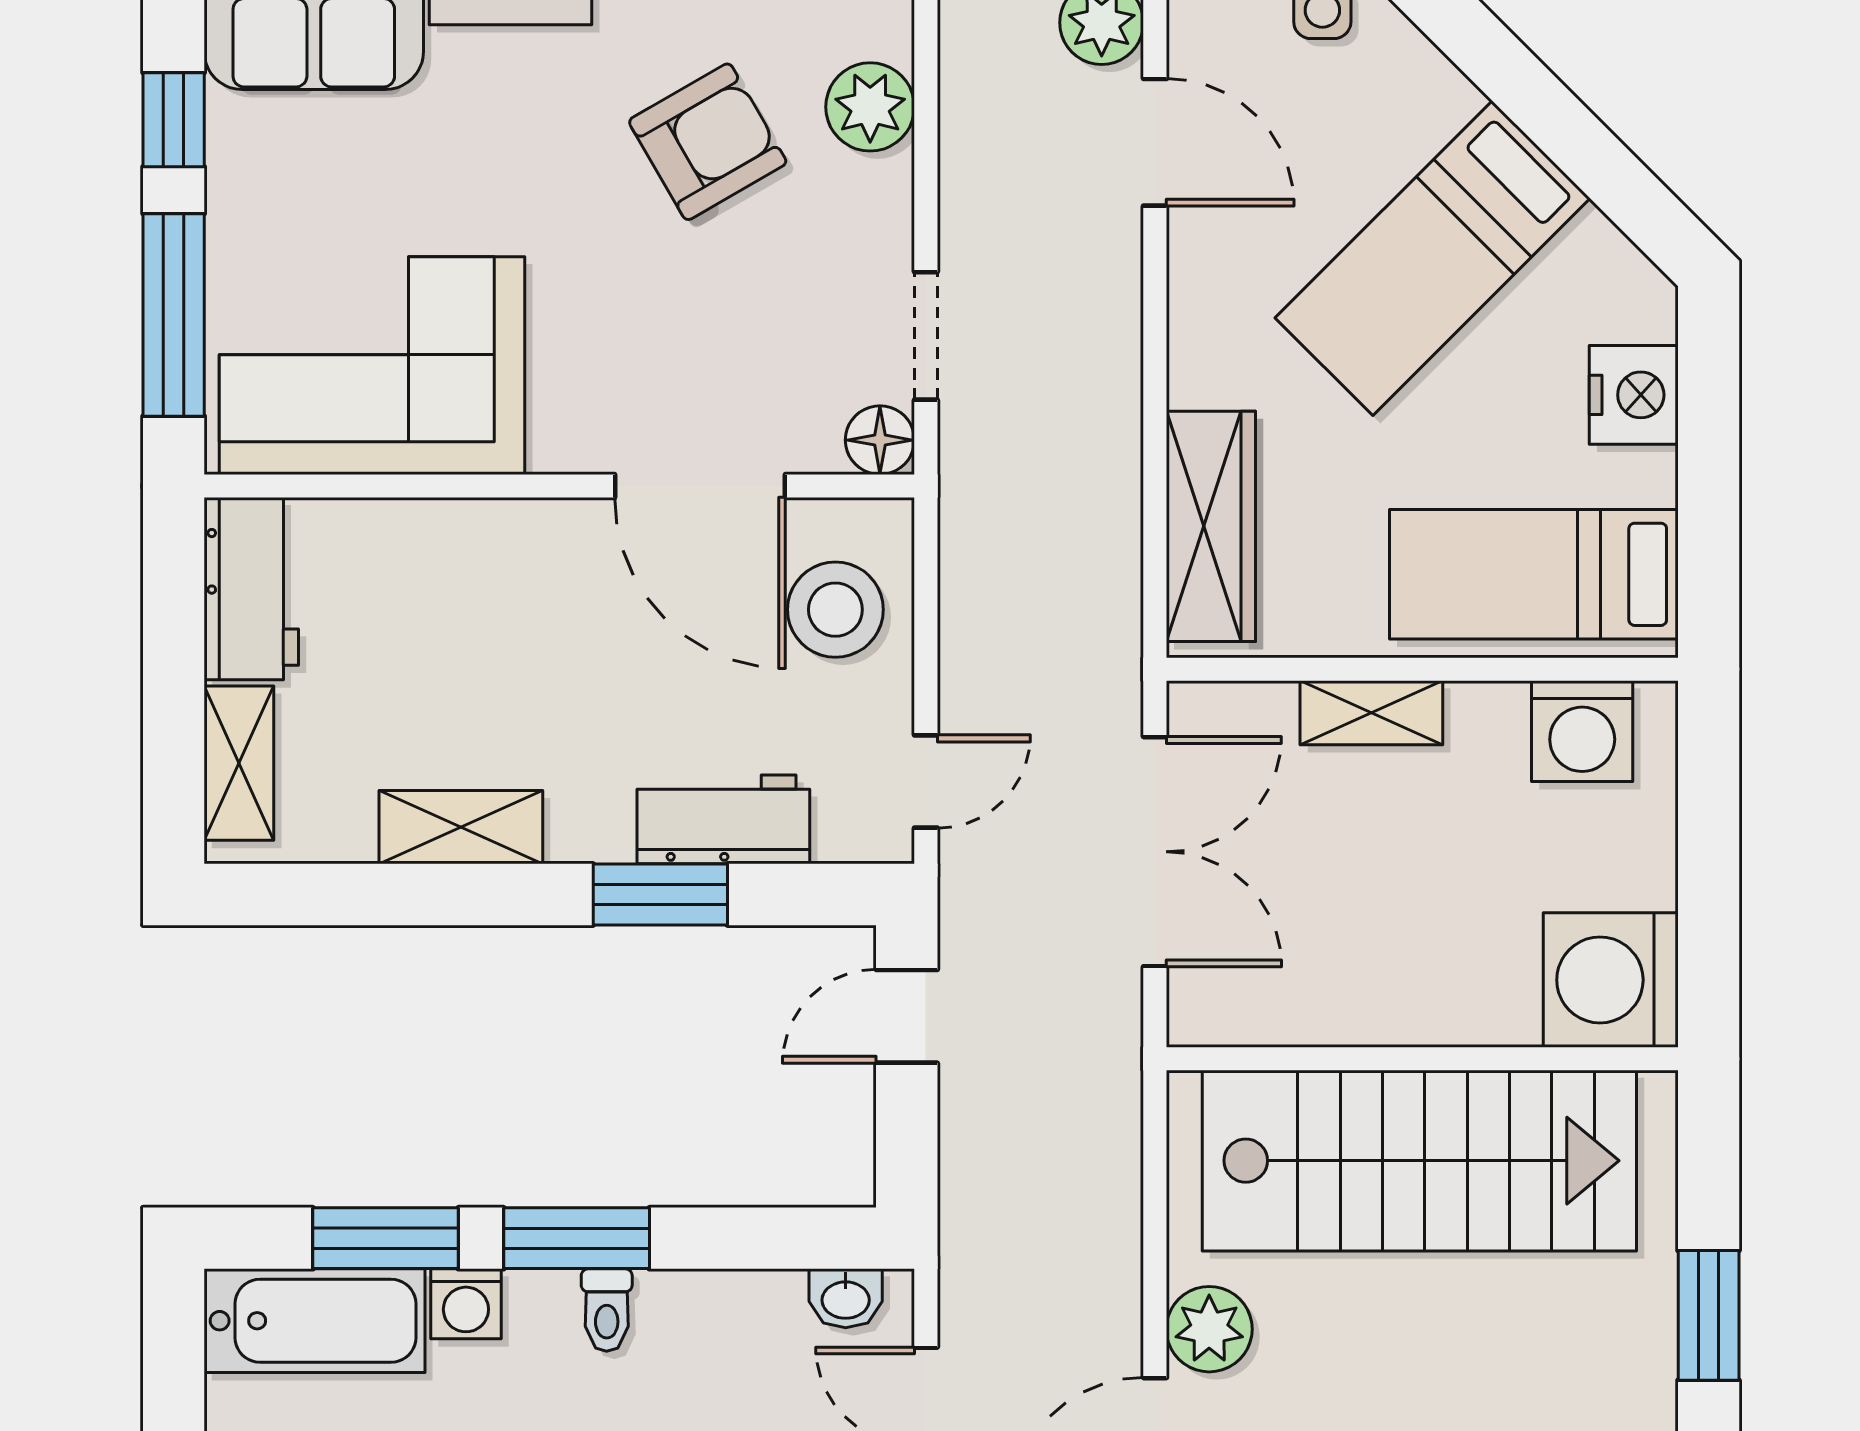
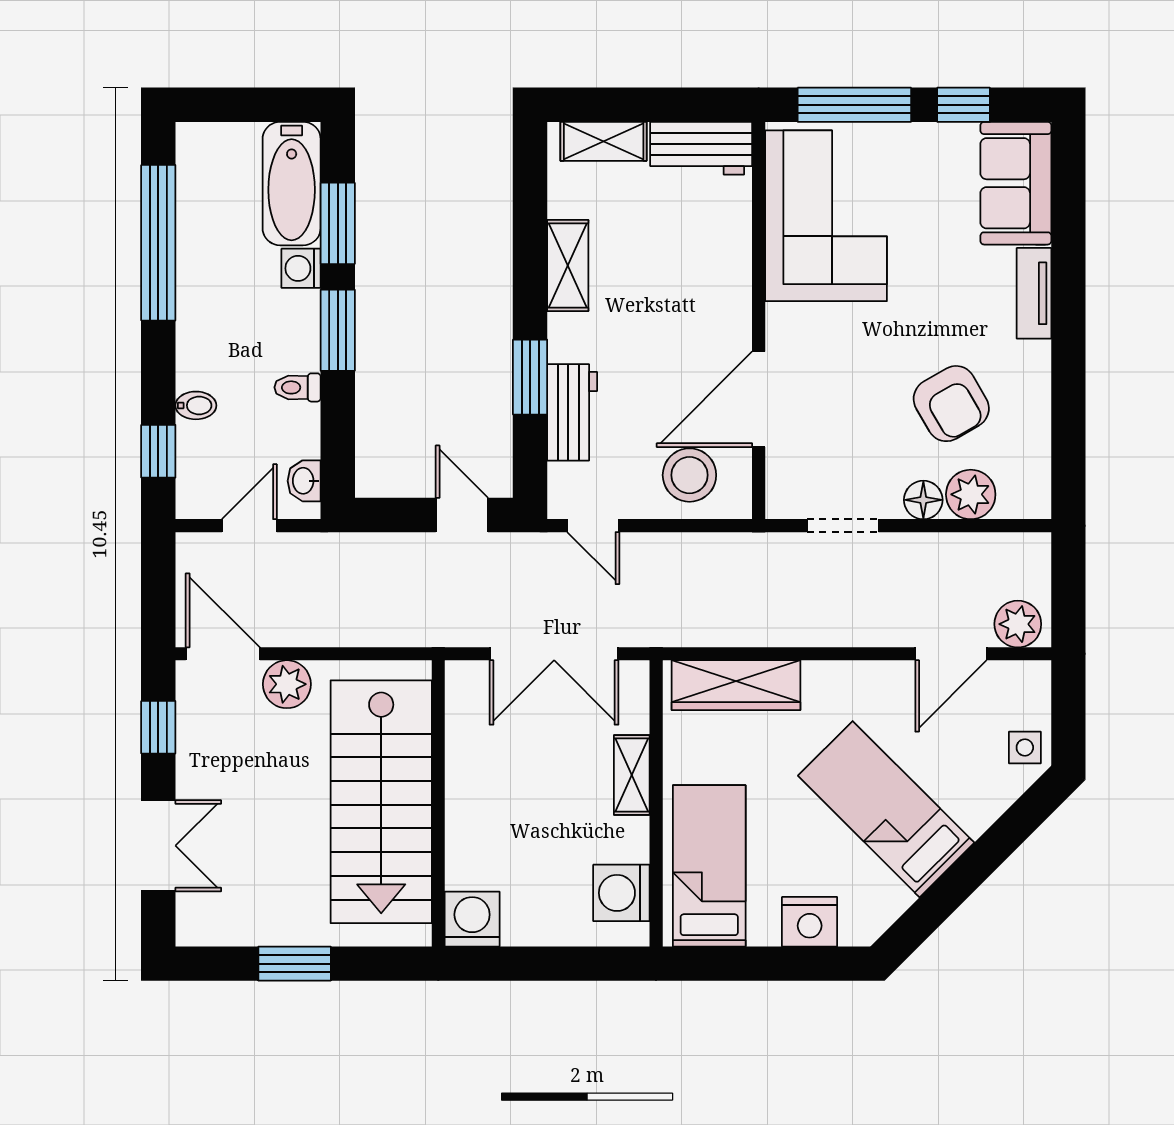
floor lamp: (880, 440) -> (923, 500), moved
washing machine: (1611, 980) -> (472, 919), width x0.73, depth x0.73
toilet: (607, 1310) -> (298, 387), moved

